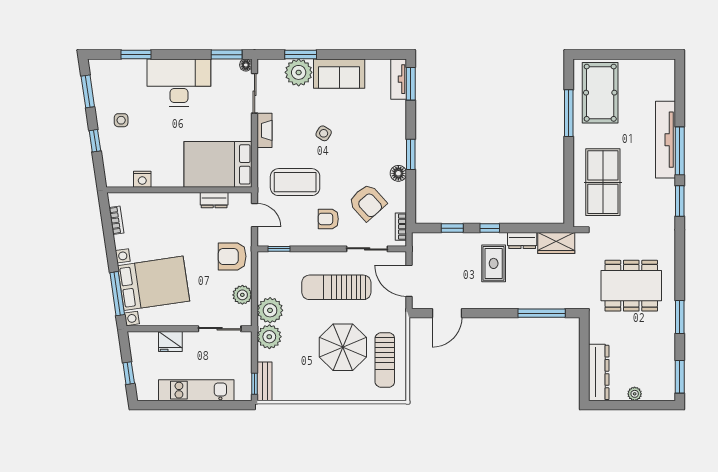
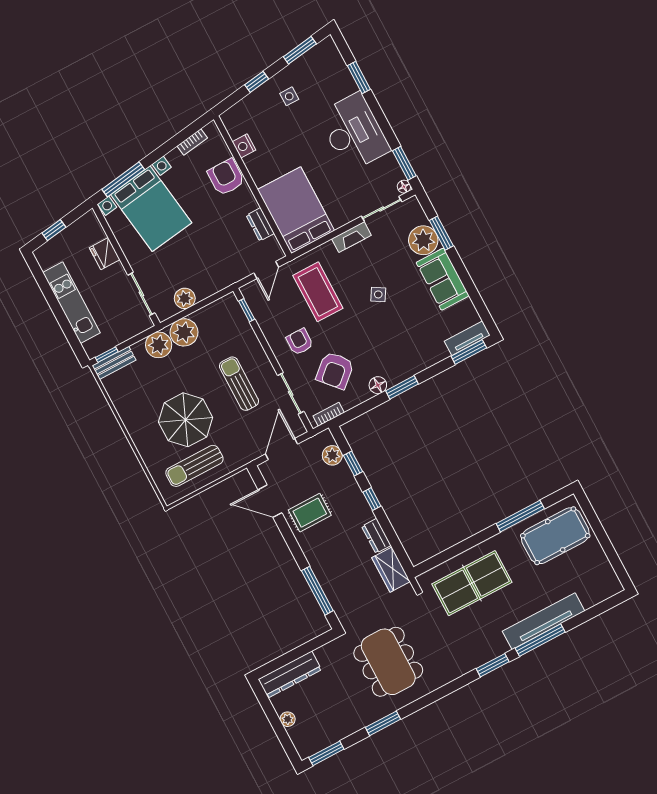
plant: (436, 242) -> (332, 455), added
armchair: (232, 256) -> (226, 177), moved
rug: (494, 263) -> (310, 513), moved
sun lounger: (336, 287) -> (239, 384), width x0.73, depth x0.75

